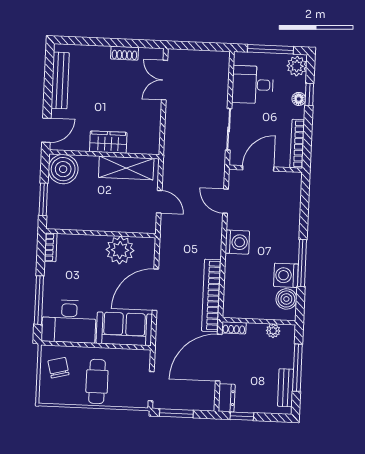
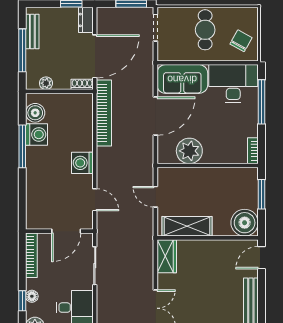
wardrobe: (108, 142) -> (167, 256), moved, turned -90
chair: (58, 368) -> (241, 41), turned -137

